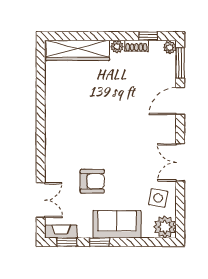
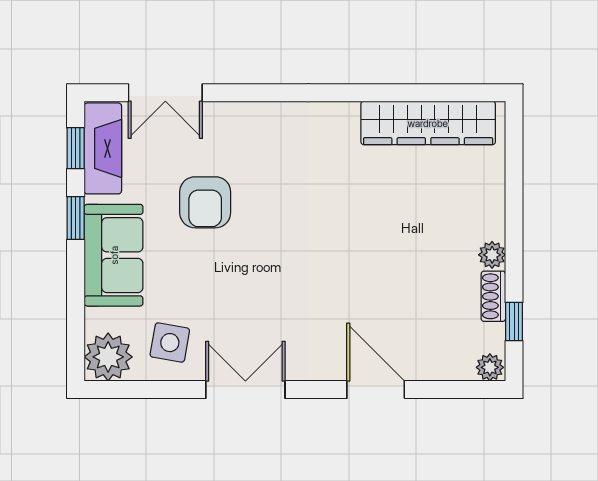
wardrobe: (78, 50) -> (428, 123), moved, turned -90
window: (180, 63) -> (457, 389), removed
fireplace: (61, 232) -> (103, 148), width x1.37, depth x1.32

